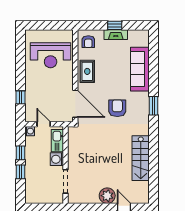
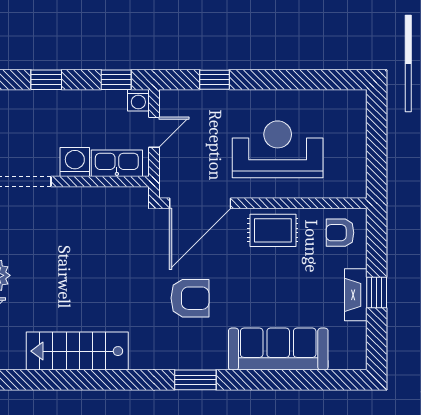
reception desk: (51, 55) -> (278, 149), moved, turned 90
window: (20, 153) -> (116, 80), moved

